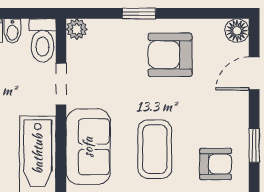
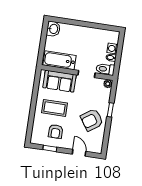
floor lamp: (237, 31) -> (97, 148), removed
armchair: (170, 55) -> (92, 120), turned -125
armchair: (216, 164) -> (56, 132), moved

